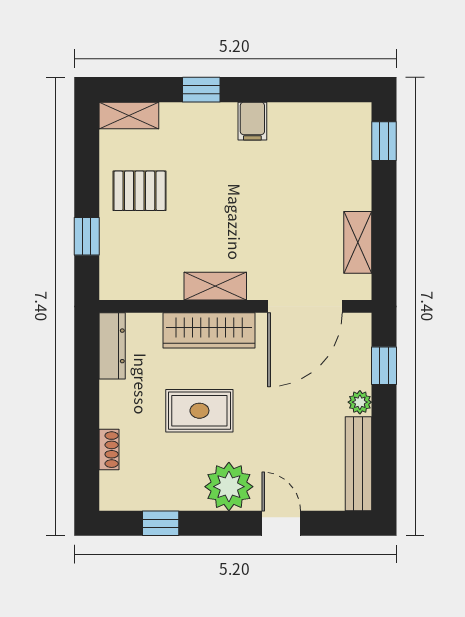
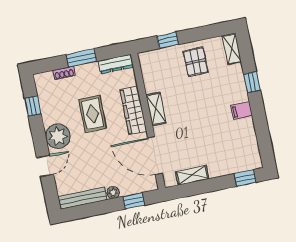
window: (87, 410) -> (81, 58), added

